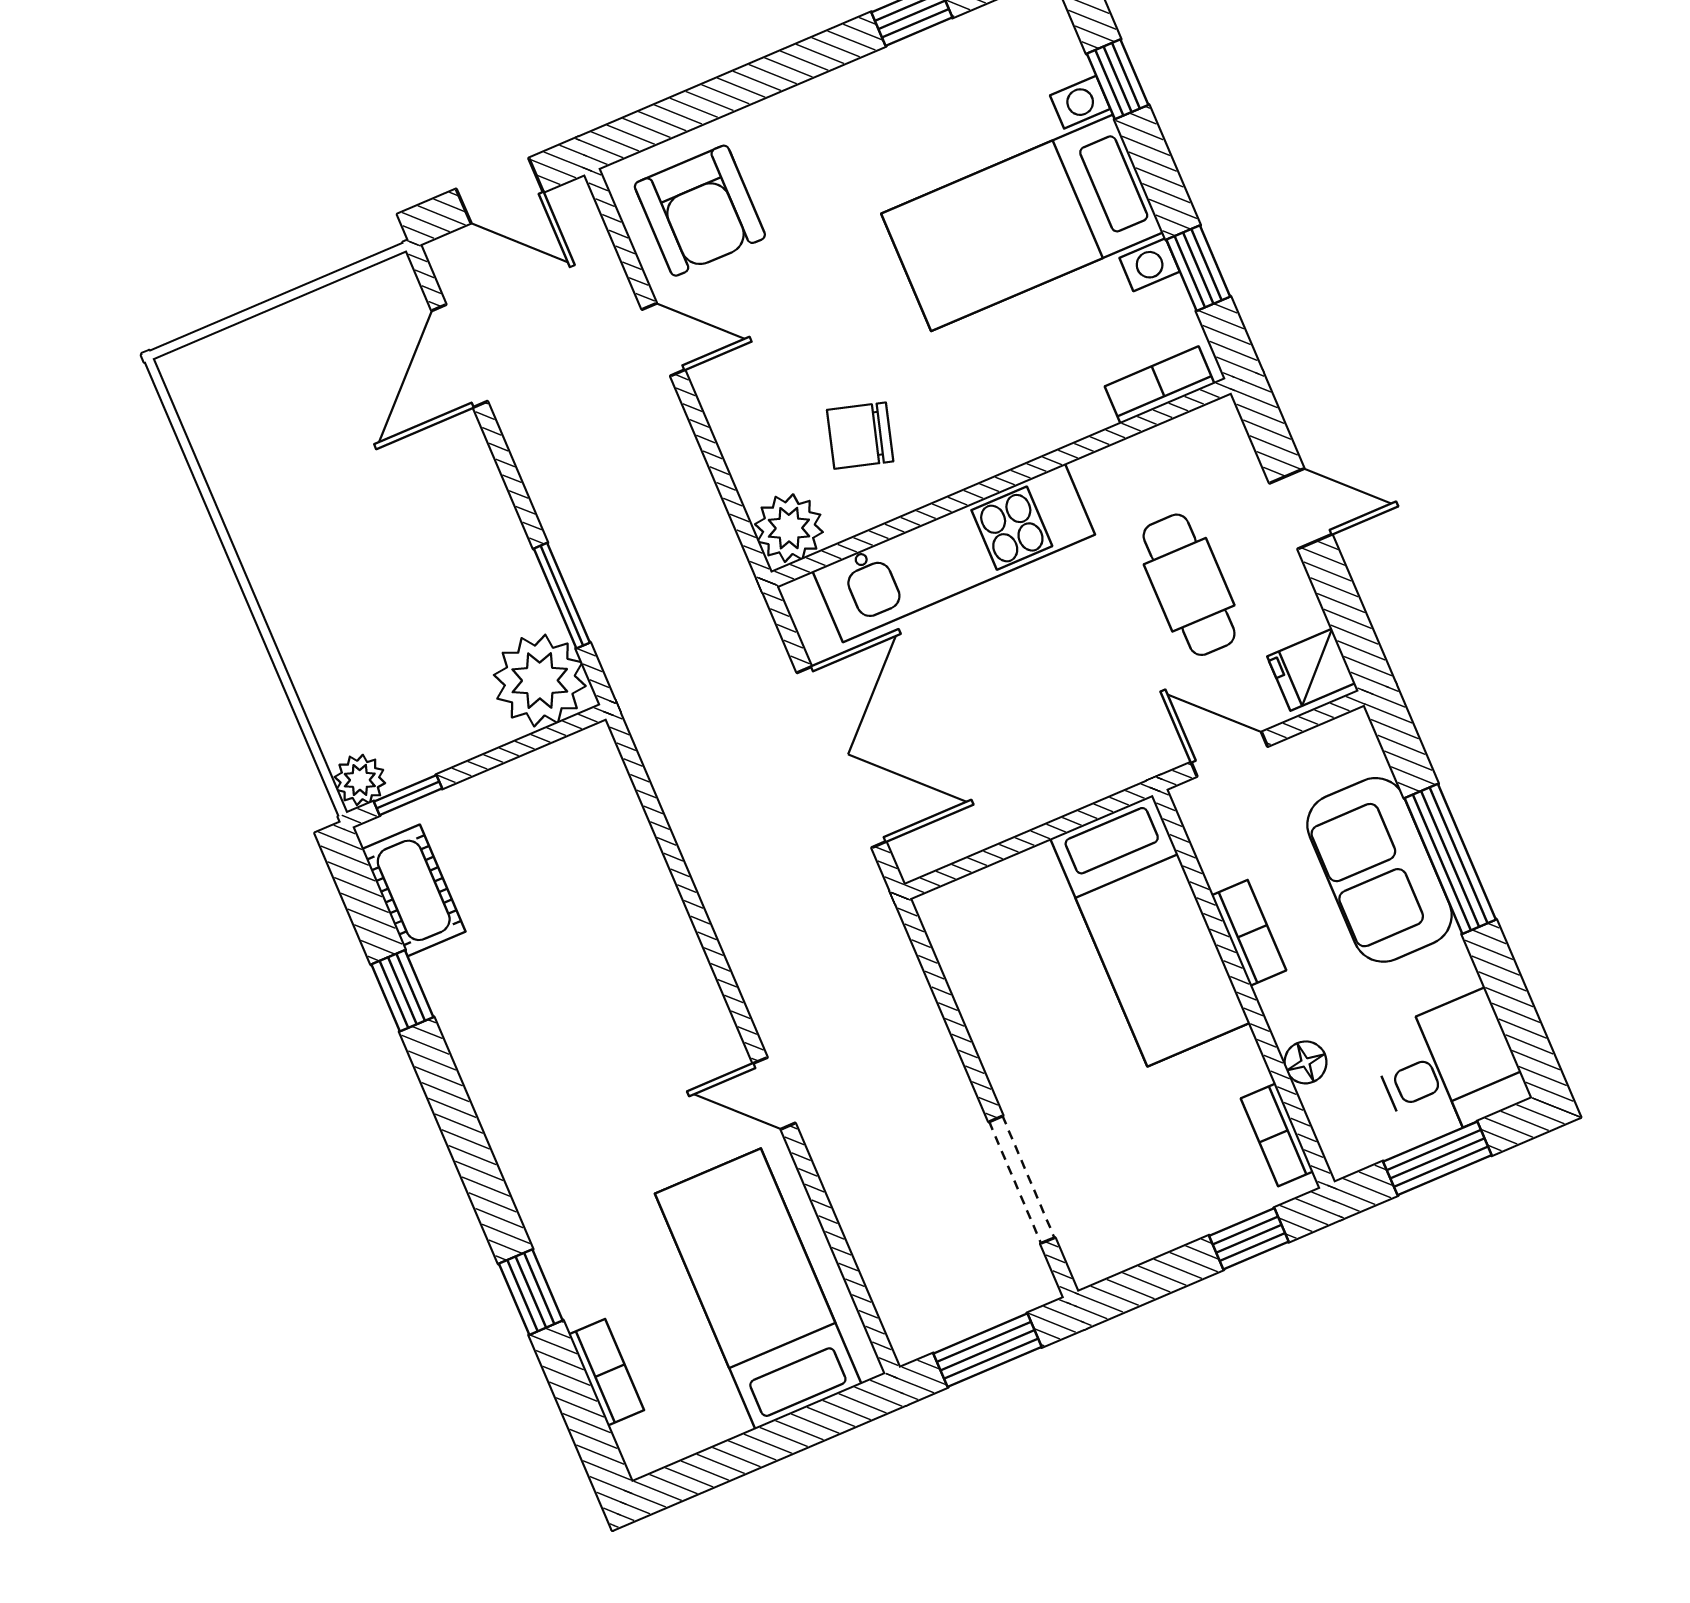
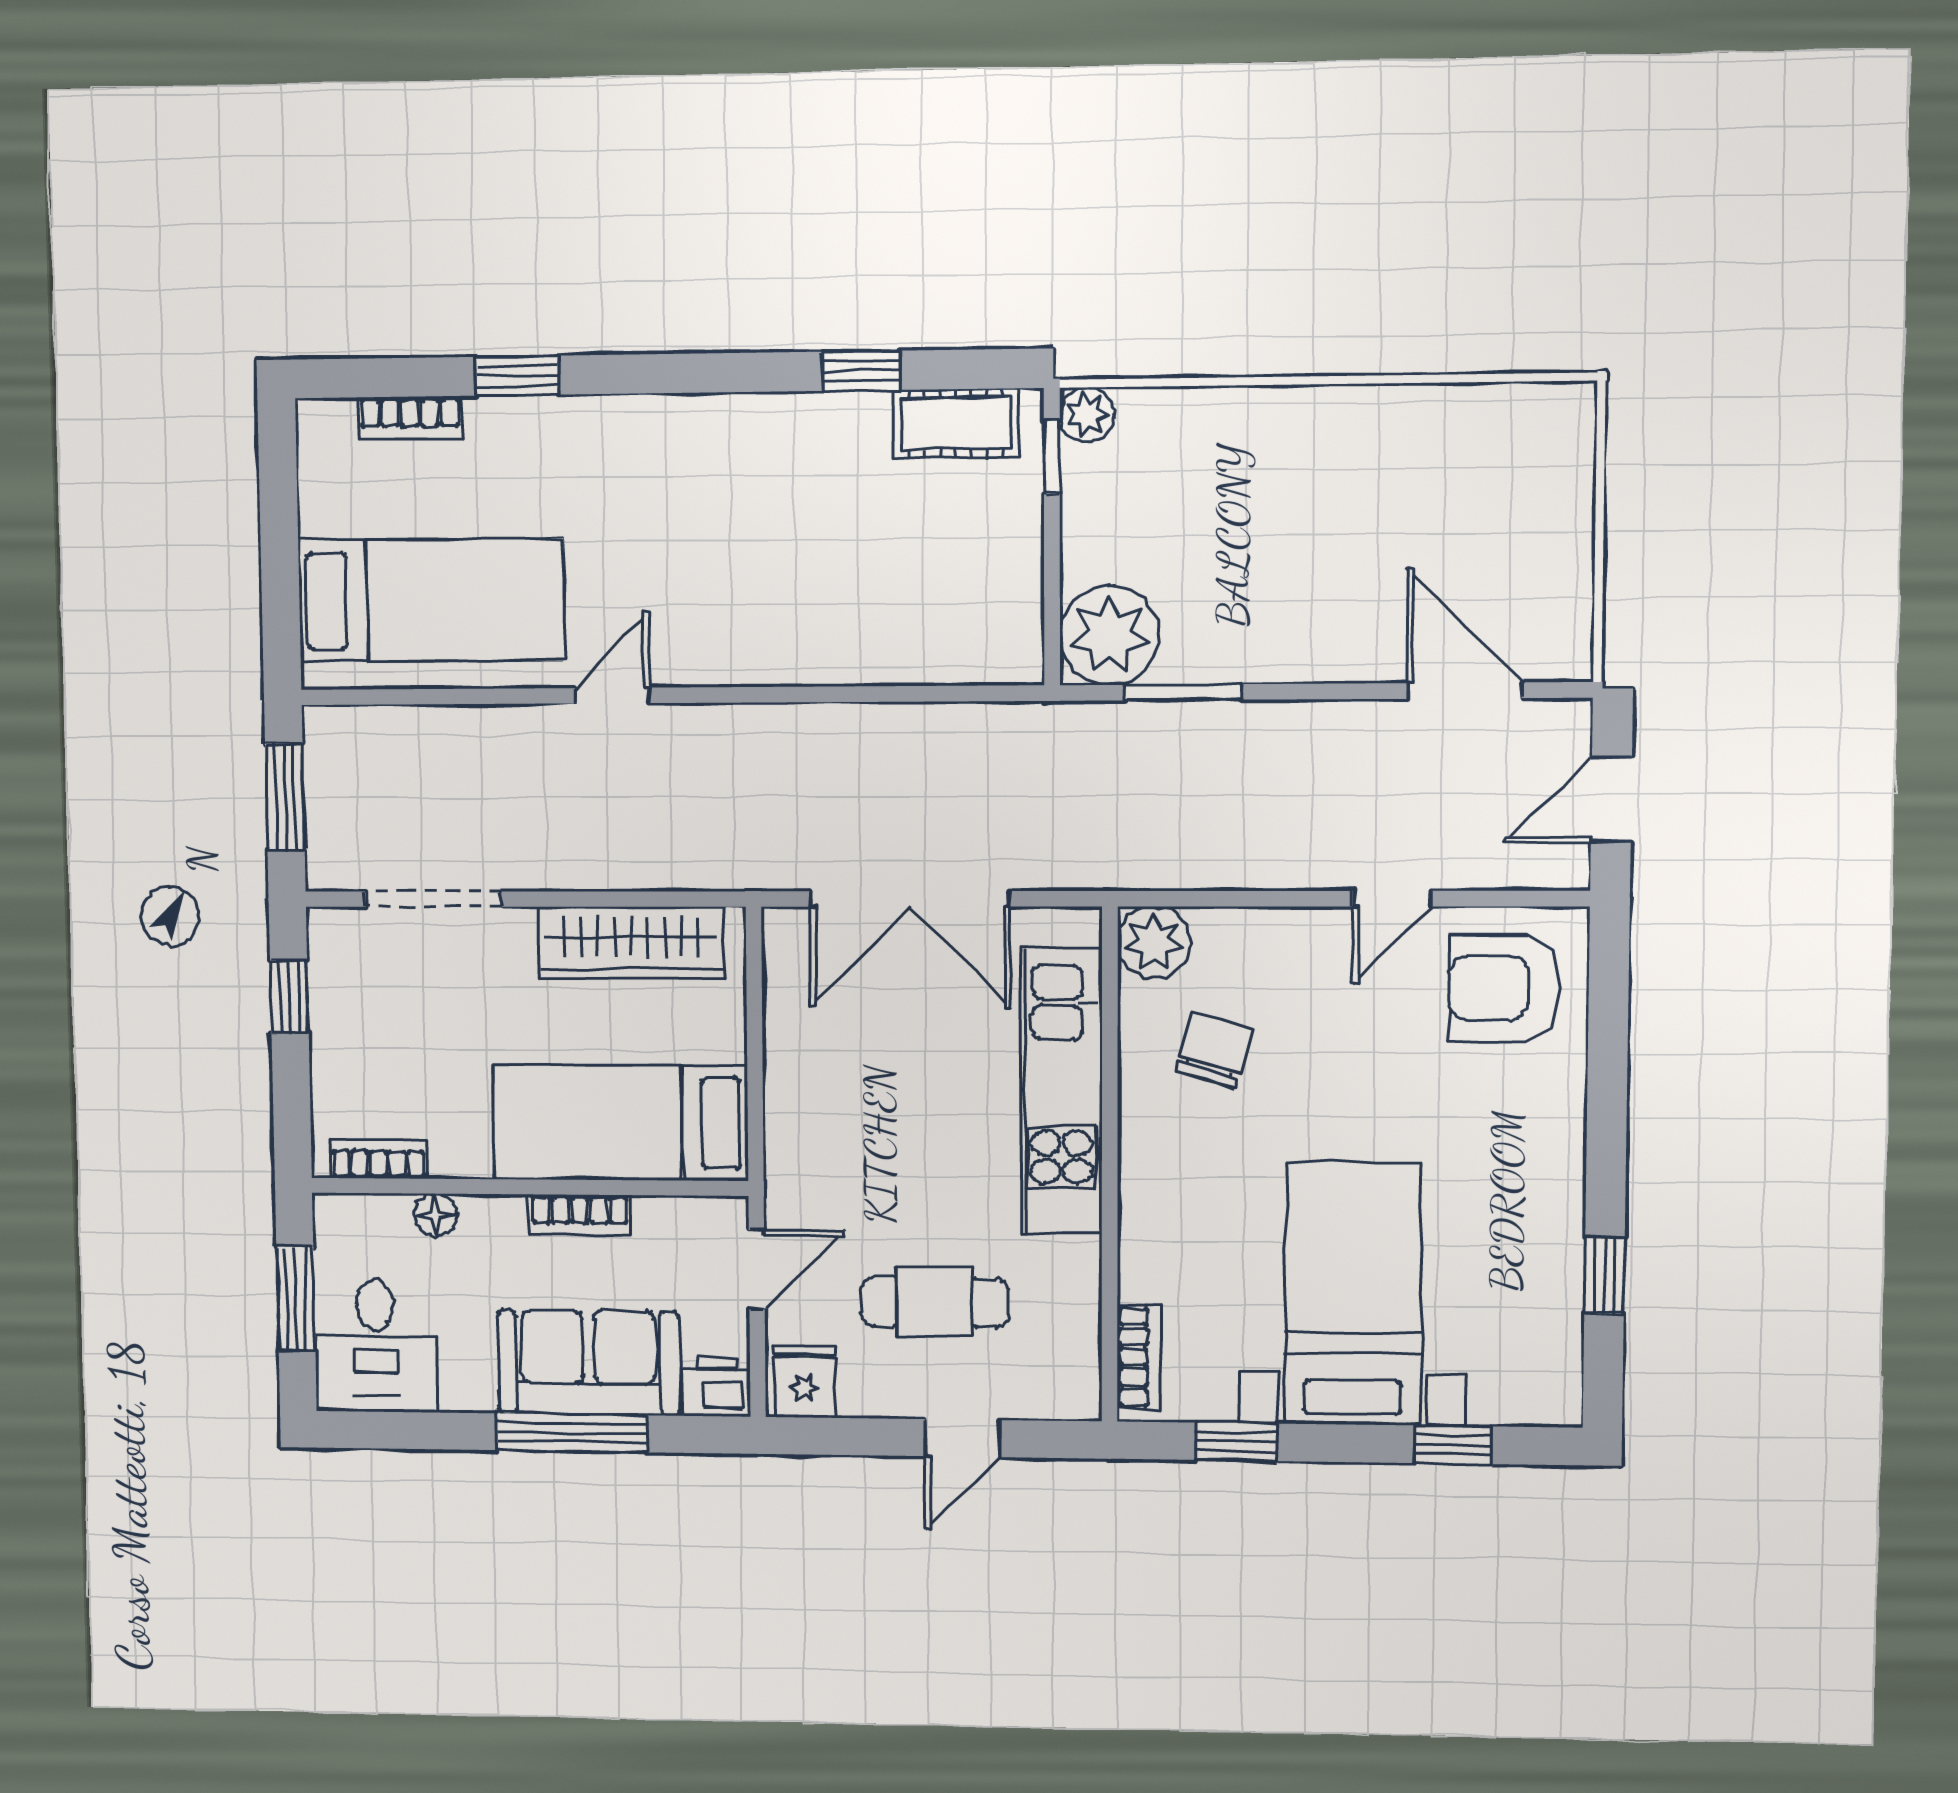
printer: (1350, 746) -> (717, 1386), added
wardrobe: (985, 987) -> (631, 943), added
window: (1249, 1239) -> (289, 997), moved

